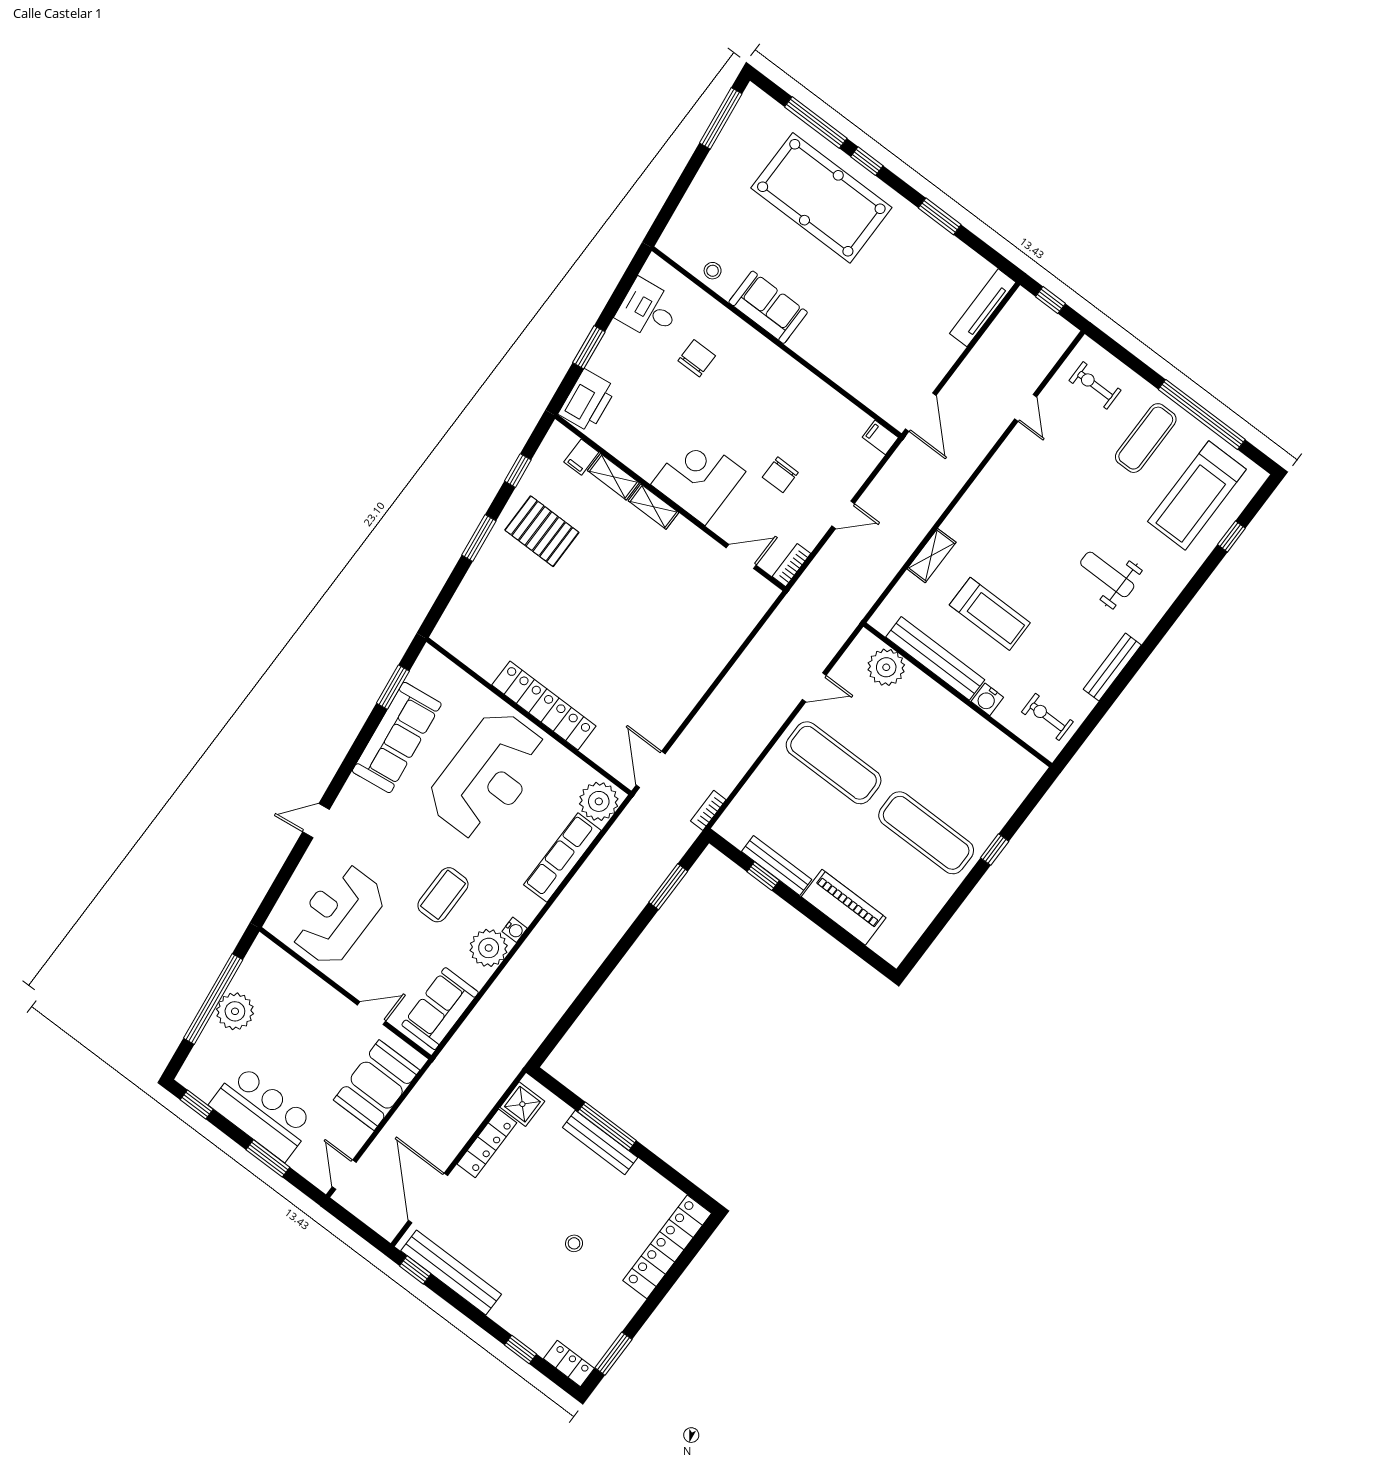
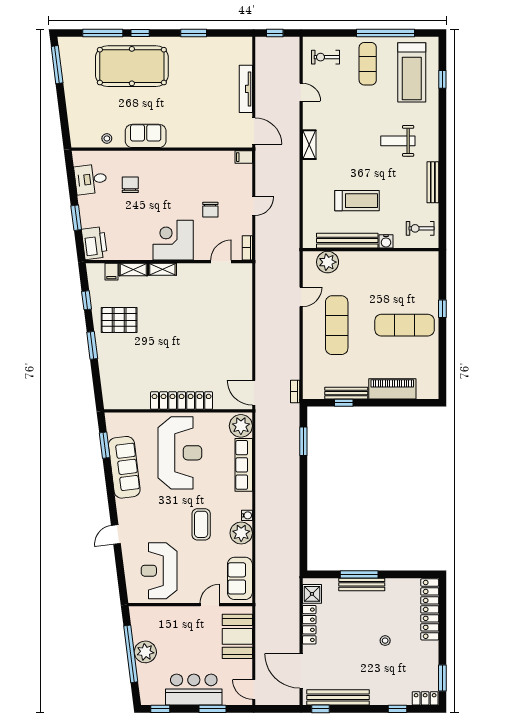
tv unit: (983, 308) -> (246, 89), moved
shelving: (931, 556) -> (309, 145), moved
exercise mat: (834, 763) -> (337, 325), turned 90

